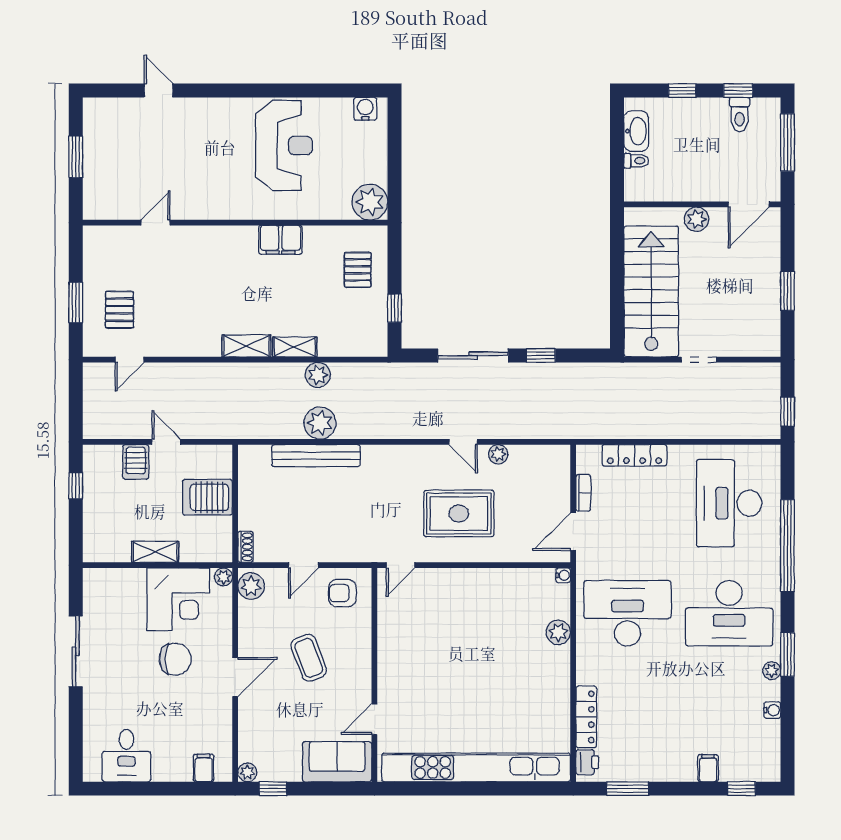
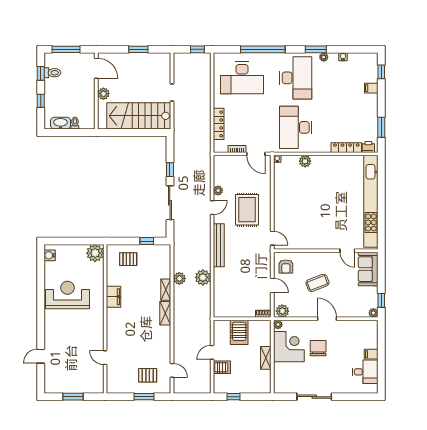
bench: (316, 456) -> (219, 245), moved
filing cabinet: (204, 768) -> (371, 354), moved

